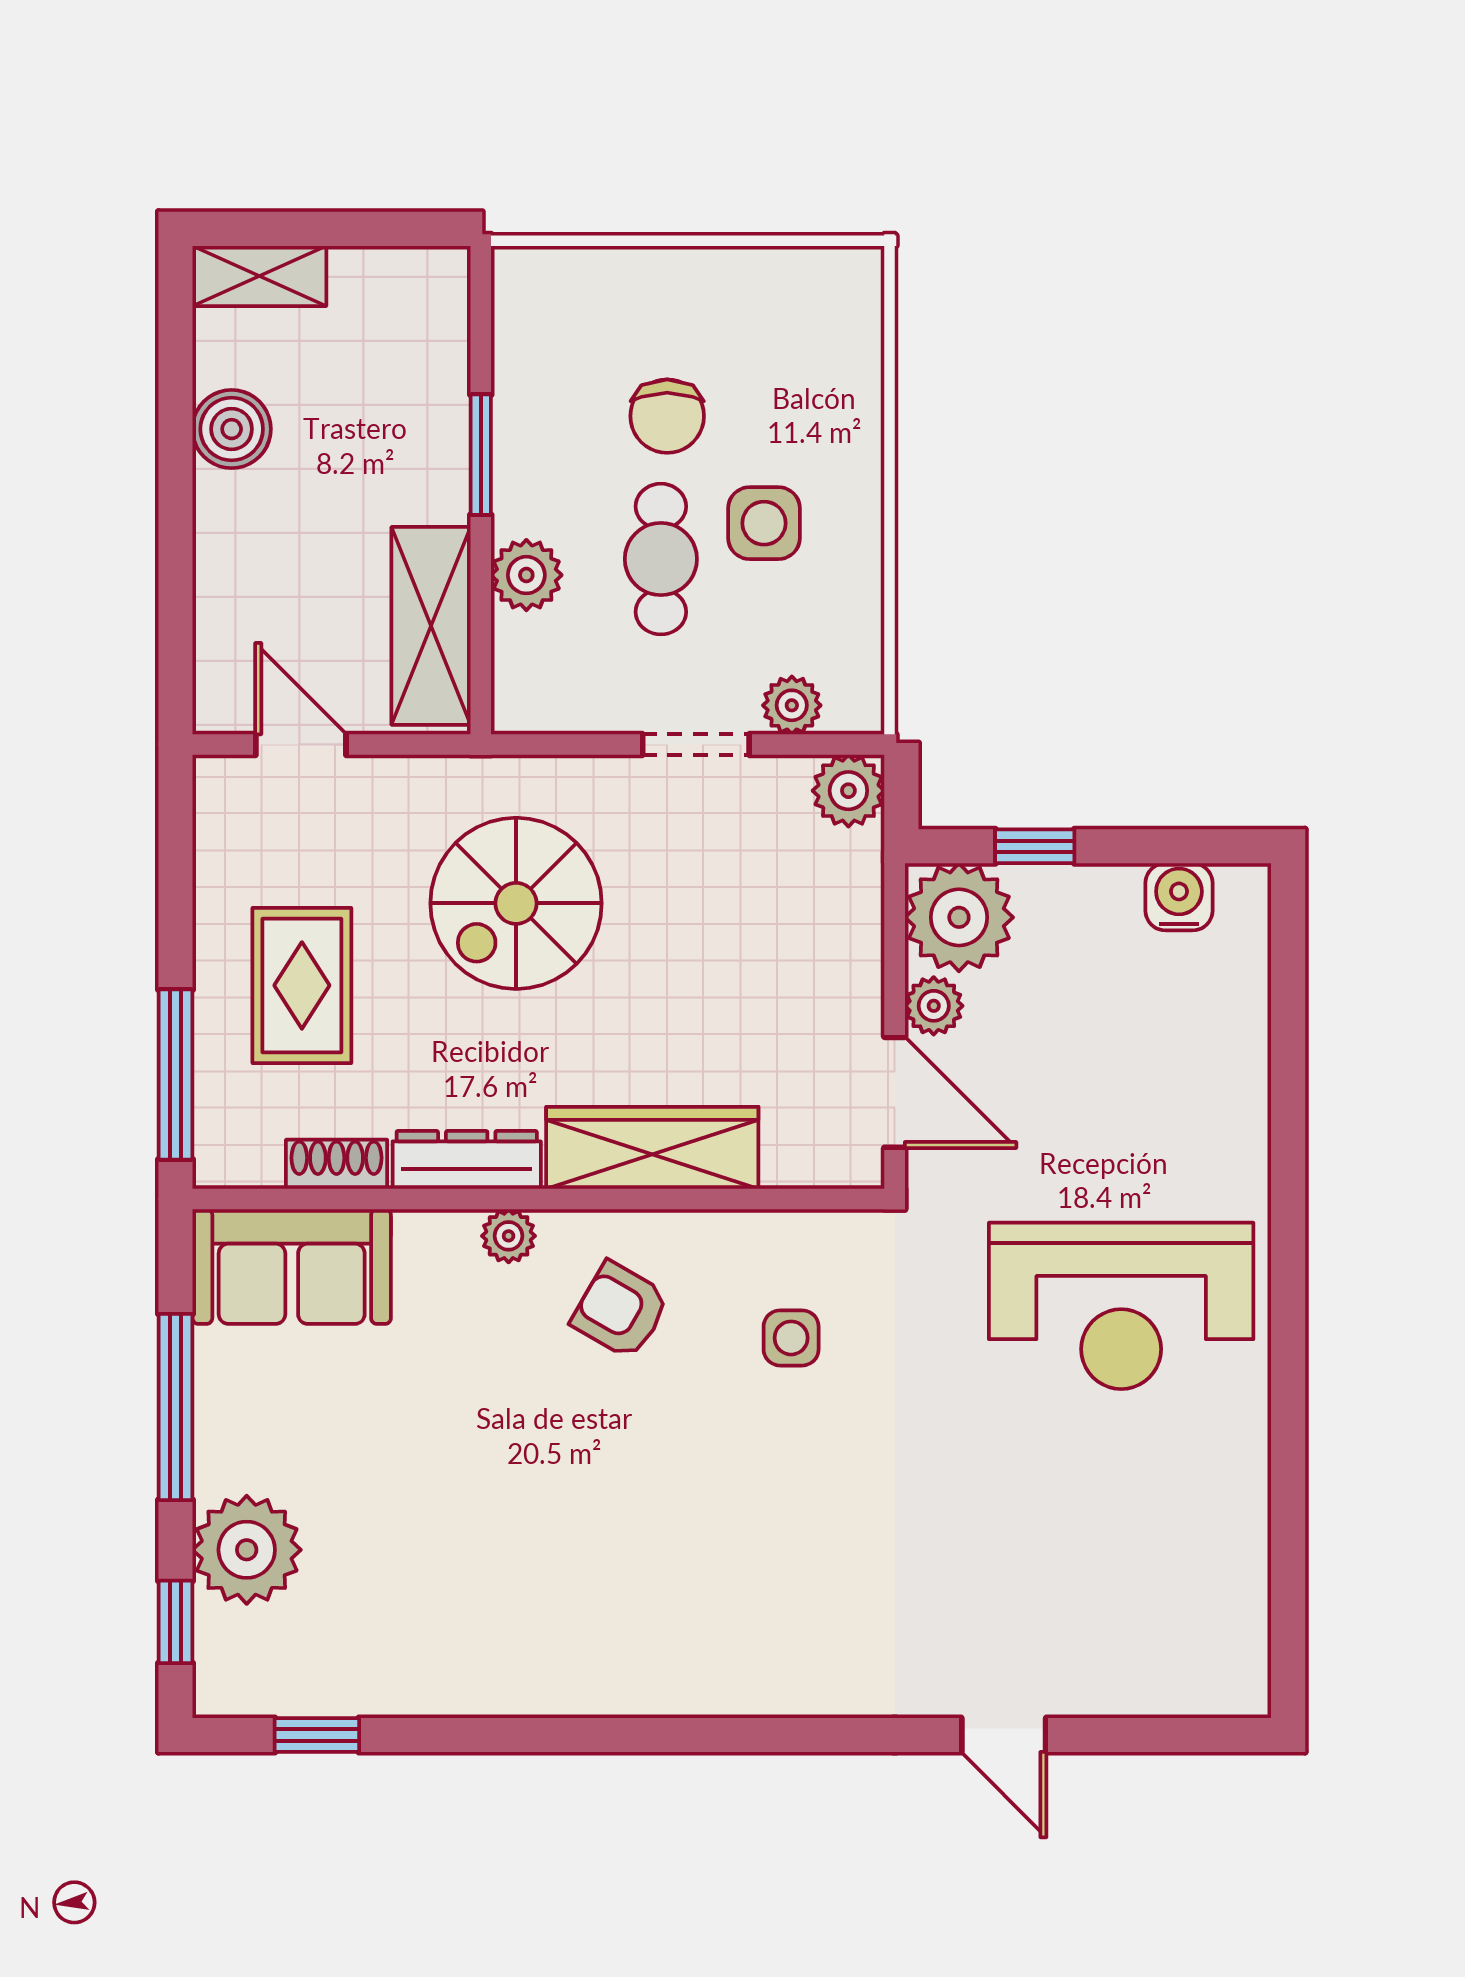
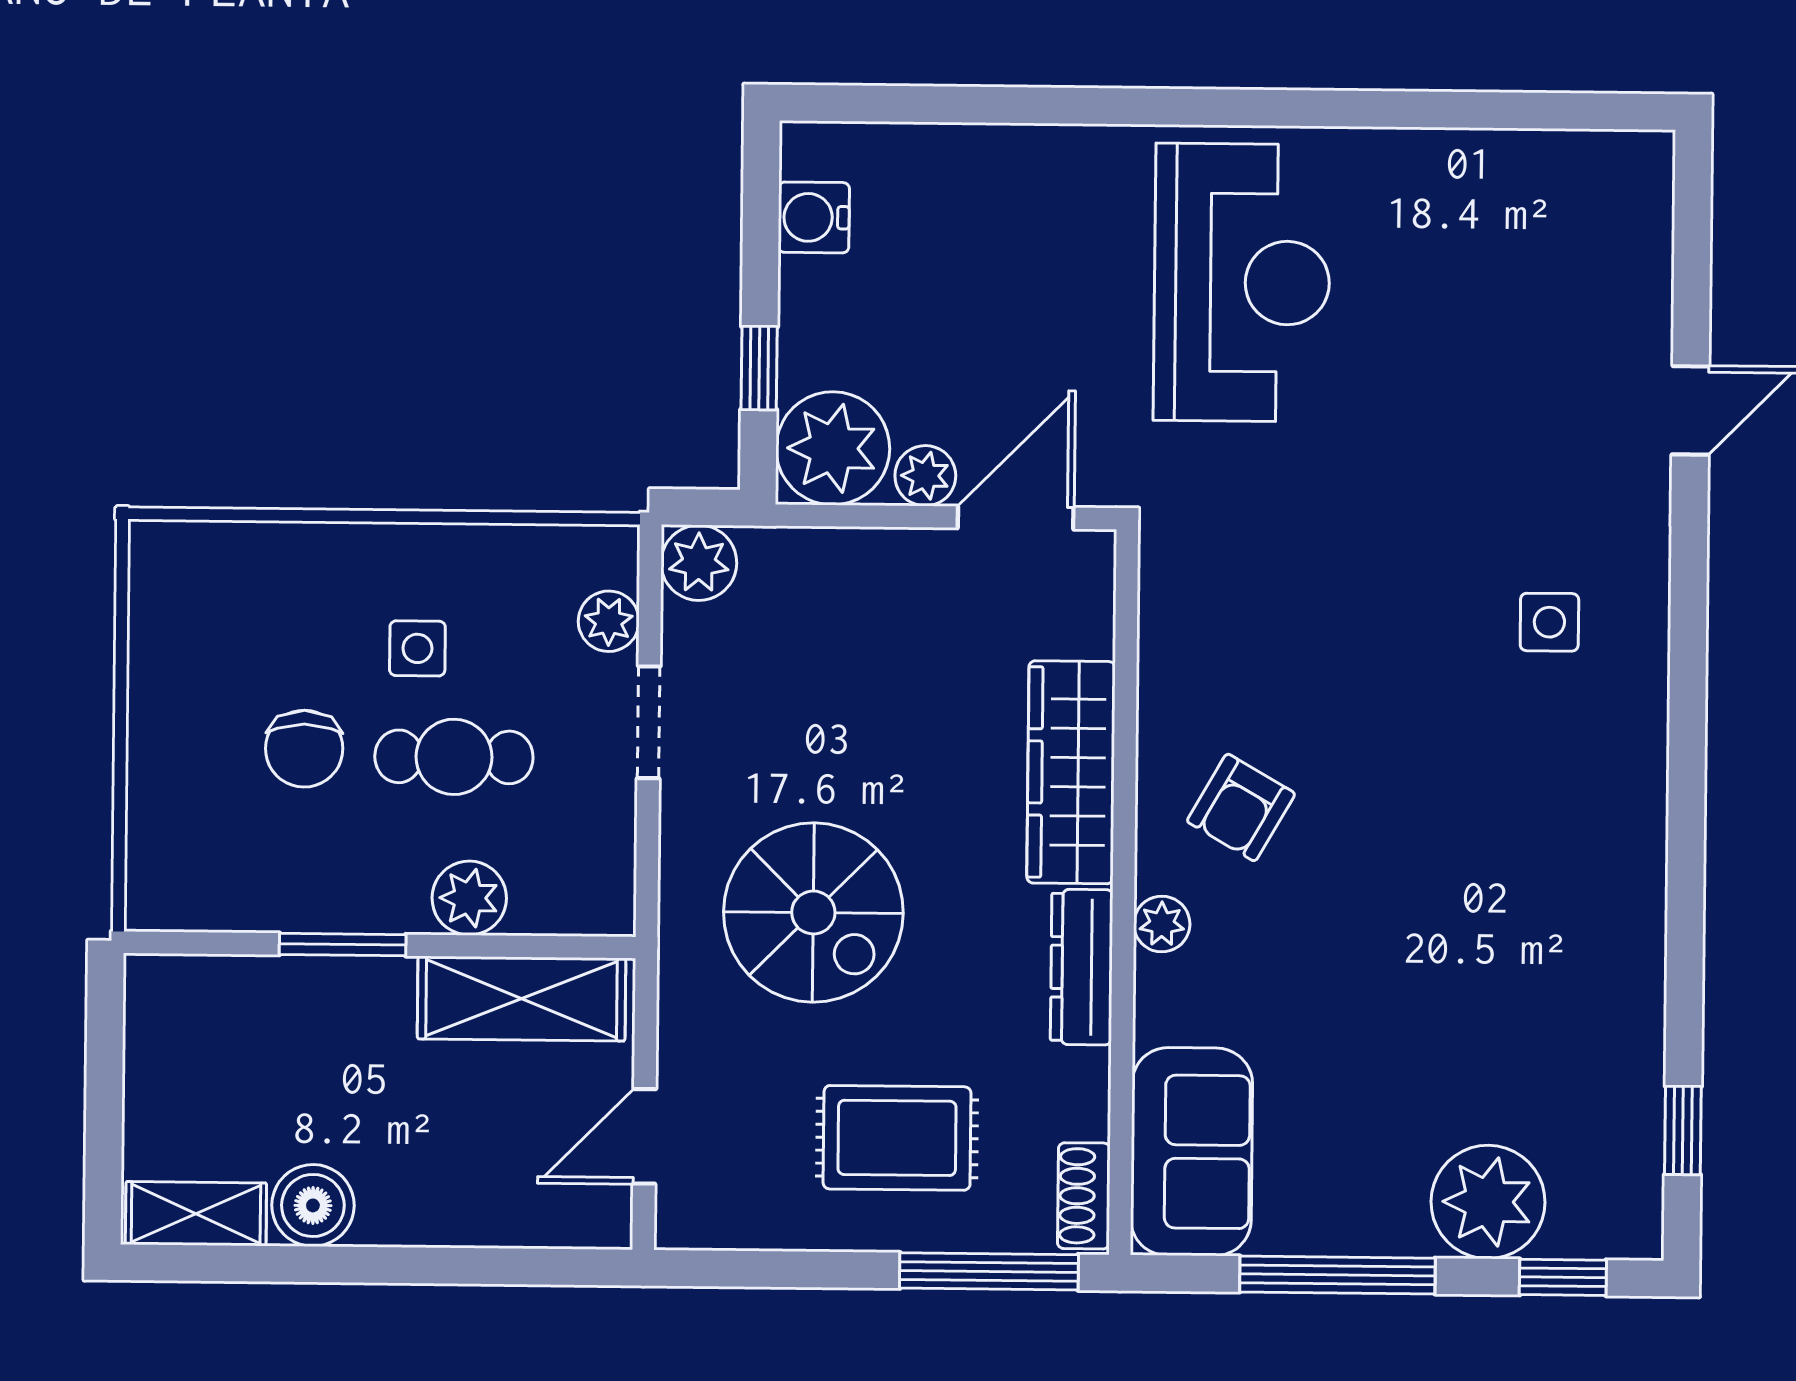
shelving: (259, 276) -> (196, 1214), moved, turned 90
chair: (667, 416) -> (304, 749), turned 90
side table: (764, 523) -> (417, 648), width x0.73, depth x0.73
shoe rack: (337, 1164) -> (1084, 1196), moved
side table: (791, 1338) -> (1549, 622), moved

